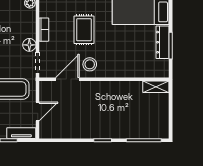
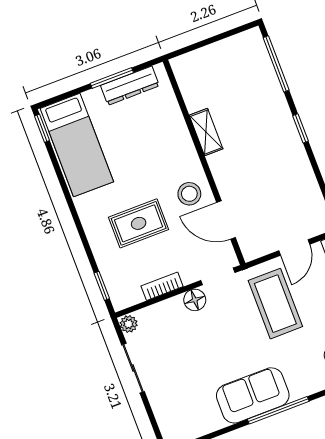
dresser: (163, 42) -> (130, 86), moved
shelving: (156, 87) -> (206, 132), moved
door: (38, 111) -> (294, 247), swing flipped

